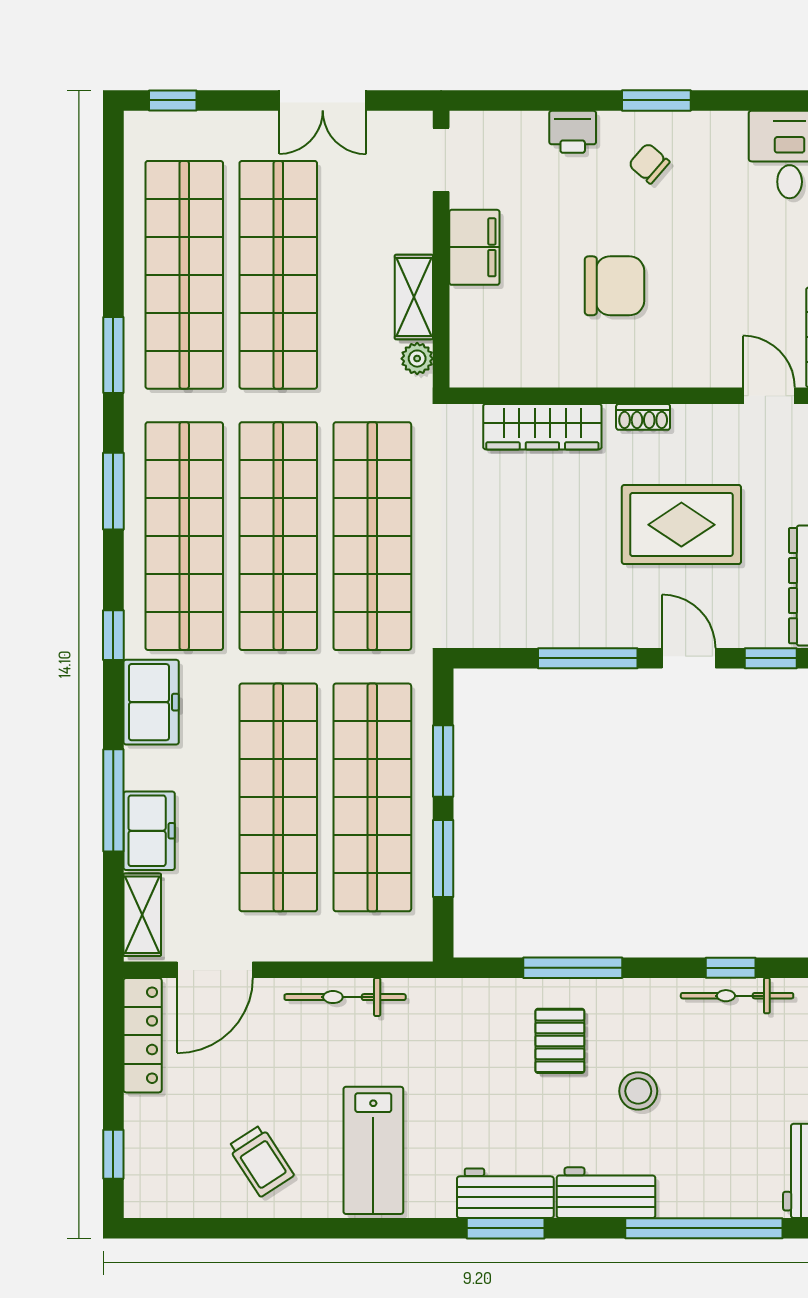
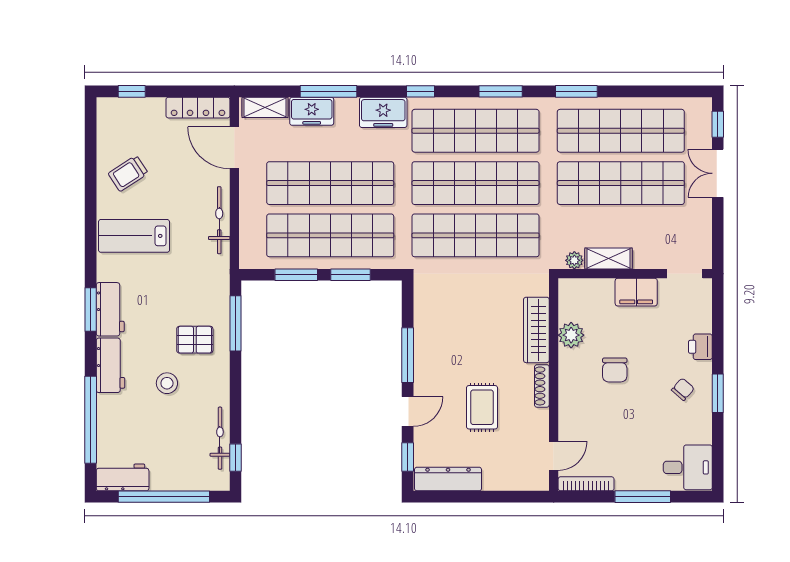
double door: (323, 100) -> (718, 173), moved
chair: (614, 286) -> (615, 370), width x0.73, depth x0.73
plant: (552, 364) -> (571, 335), added
shoe rack: (643, 417) -> (542, 386), width x1.43
rug: (681, 525) -> (482, 407), width x0.73, depth x0.70
window: (573, 968) -> (236, 323), moved
window: (731, 968) -> (236, 458), moved

